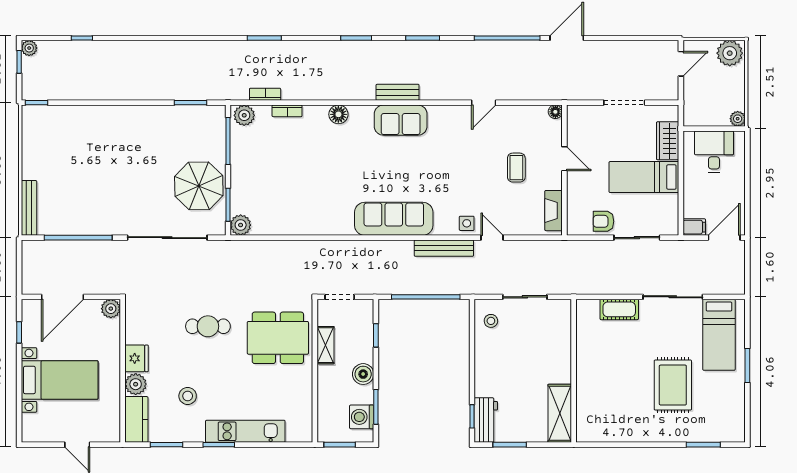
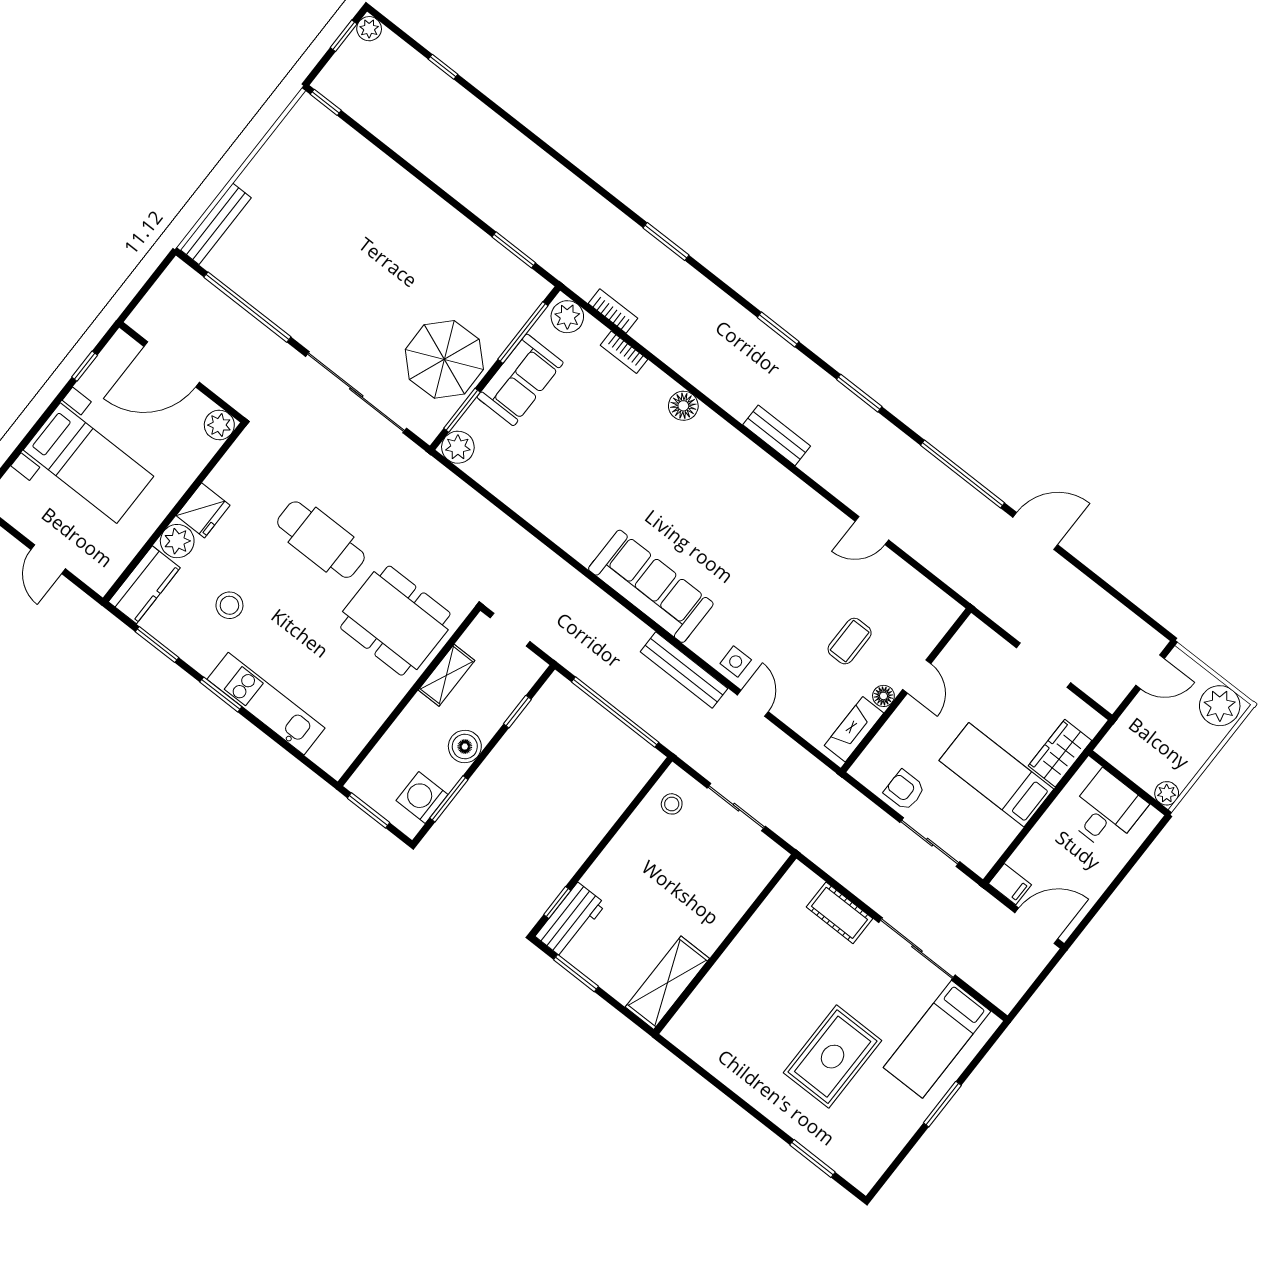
floor lamp: (555, 112) -> (883, 696), moved
sofa: (401, 120) -> (520, 380), moved, turned -90
cafe table: (208, 326) -> (321, 540), width x1.37, depth x1.35

